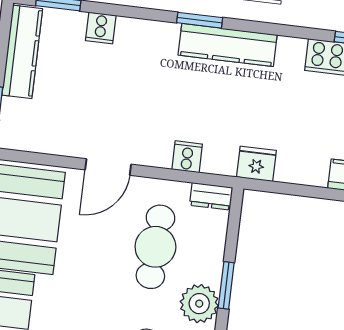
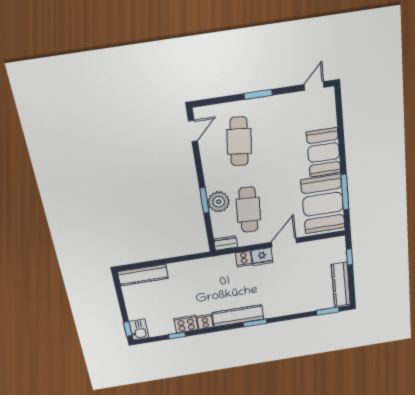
cooker: (101, 28) -> (205, 322), moved
fridge: (256, 164) -> (262, 257), moved
plant: (199, 304) -> (219, 202), moved

